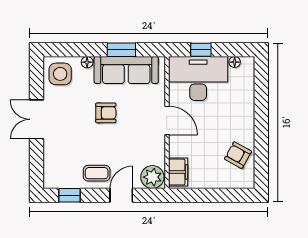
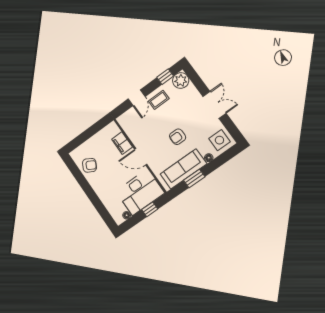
filing cabinet: (178, 172) -> (122, 143), moved
plant: (152, 177) -> (181, 80), moved

